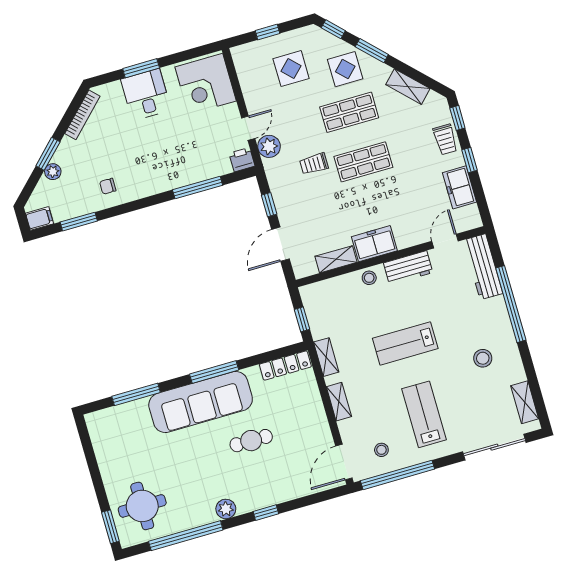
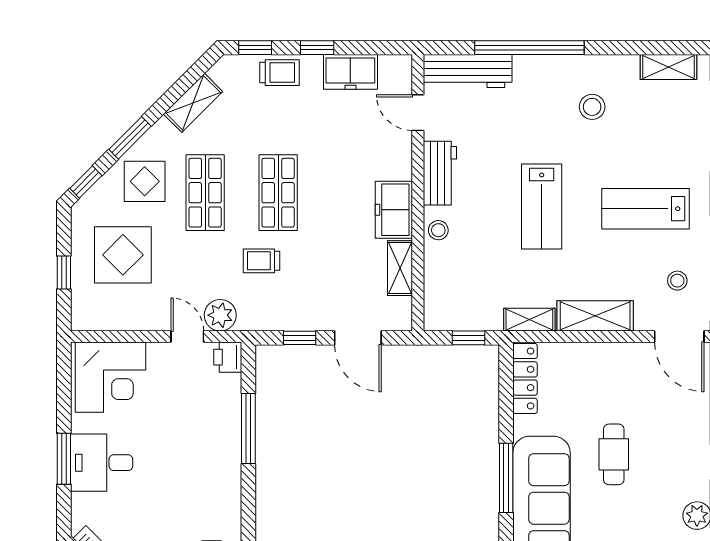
display table: (291, 69) -> (123, 255), width x1.36, depth x1.36
trolley: (314, 164) -> (261, 261), turned 90
shelving: (339, 402) -> (595, 316), width x1.50, depth x1.33

